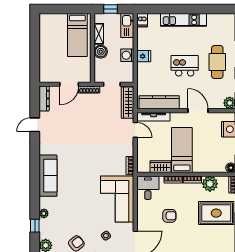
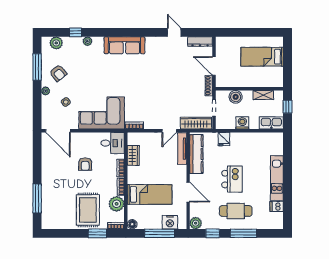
dishwasher: (142, 20) -> (277, 206), moved
bed: (77, 35) -> (262, 57), moved
boiler: (101, 52) -> (236, 97), moved
fridge: (144, 56) -> (224, 139), moved
door: (198, 111) -> (188, 192), hinge flipped
bed: (182, 150) -> (150, 194), moved

